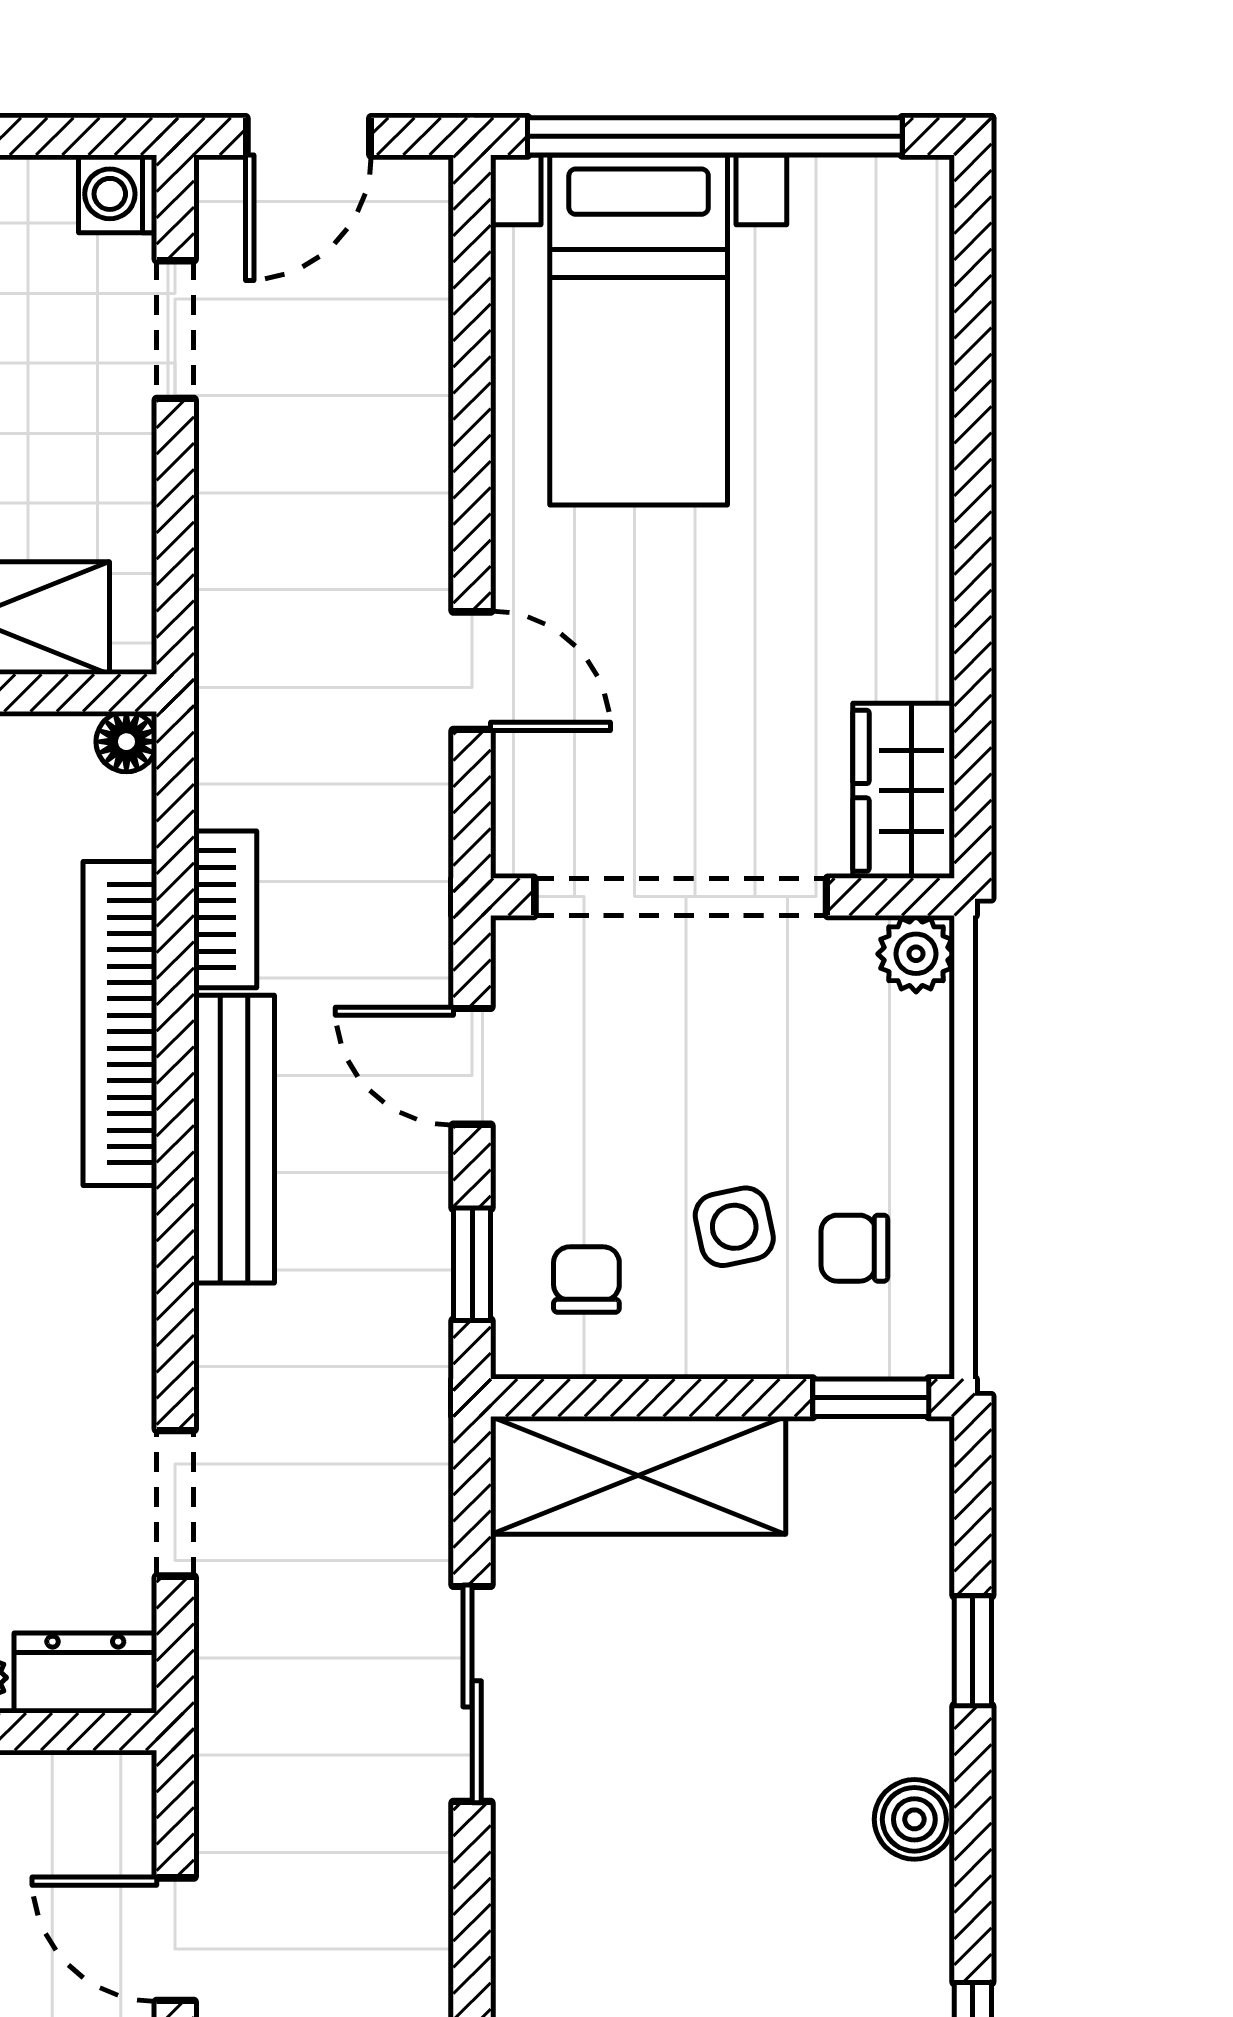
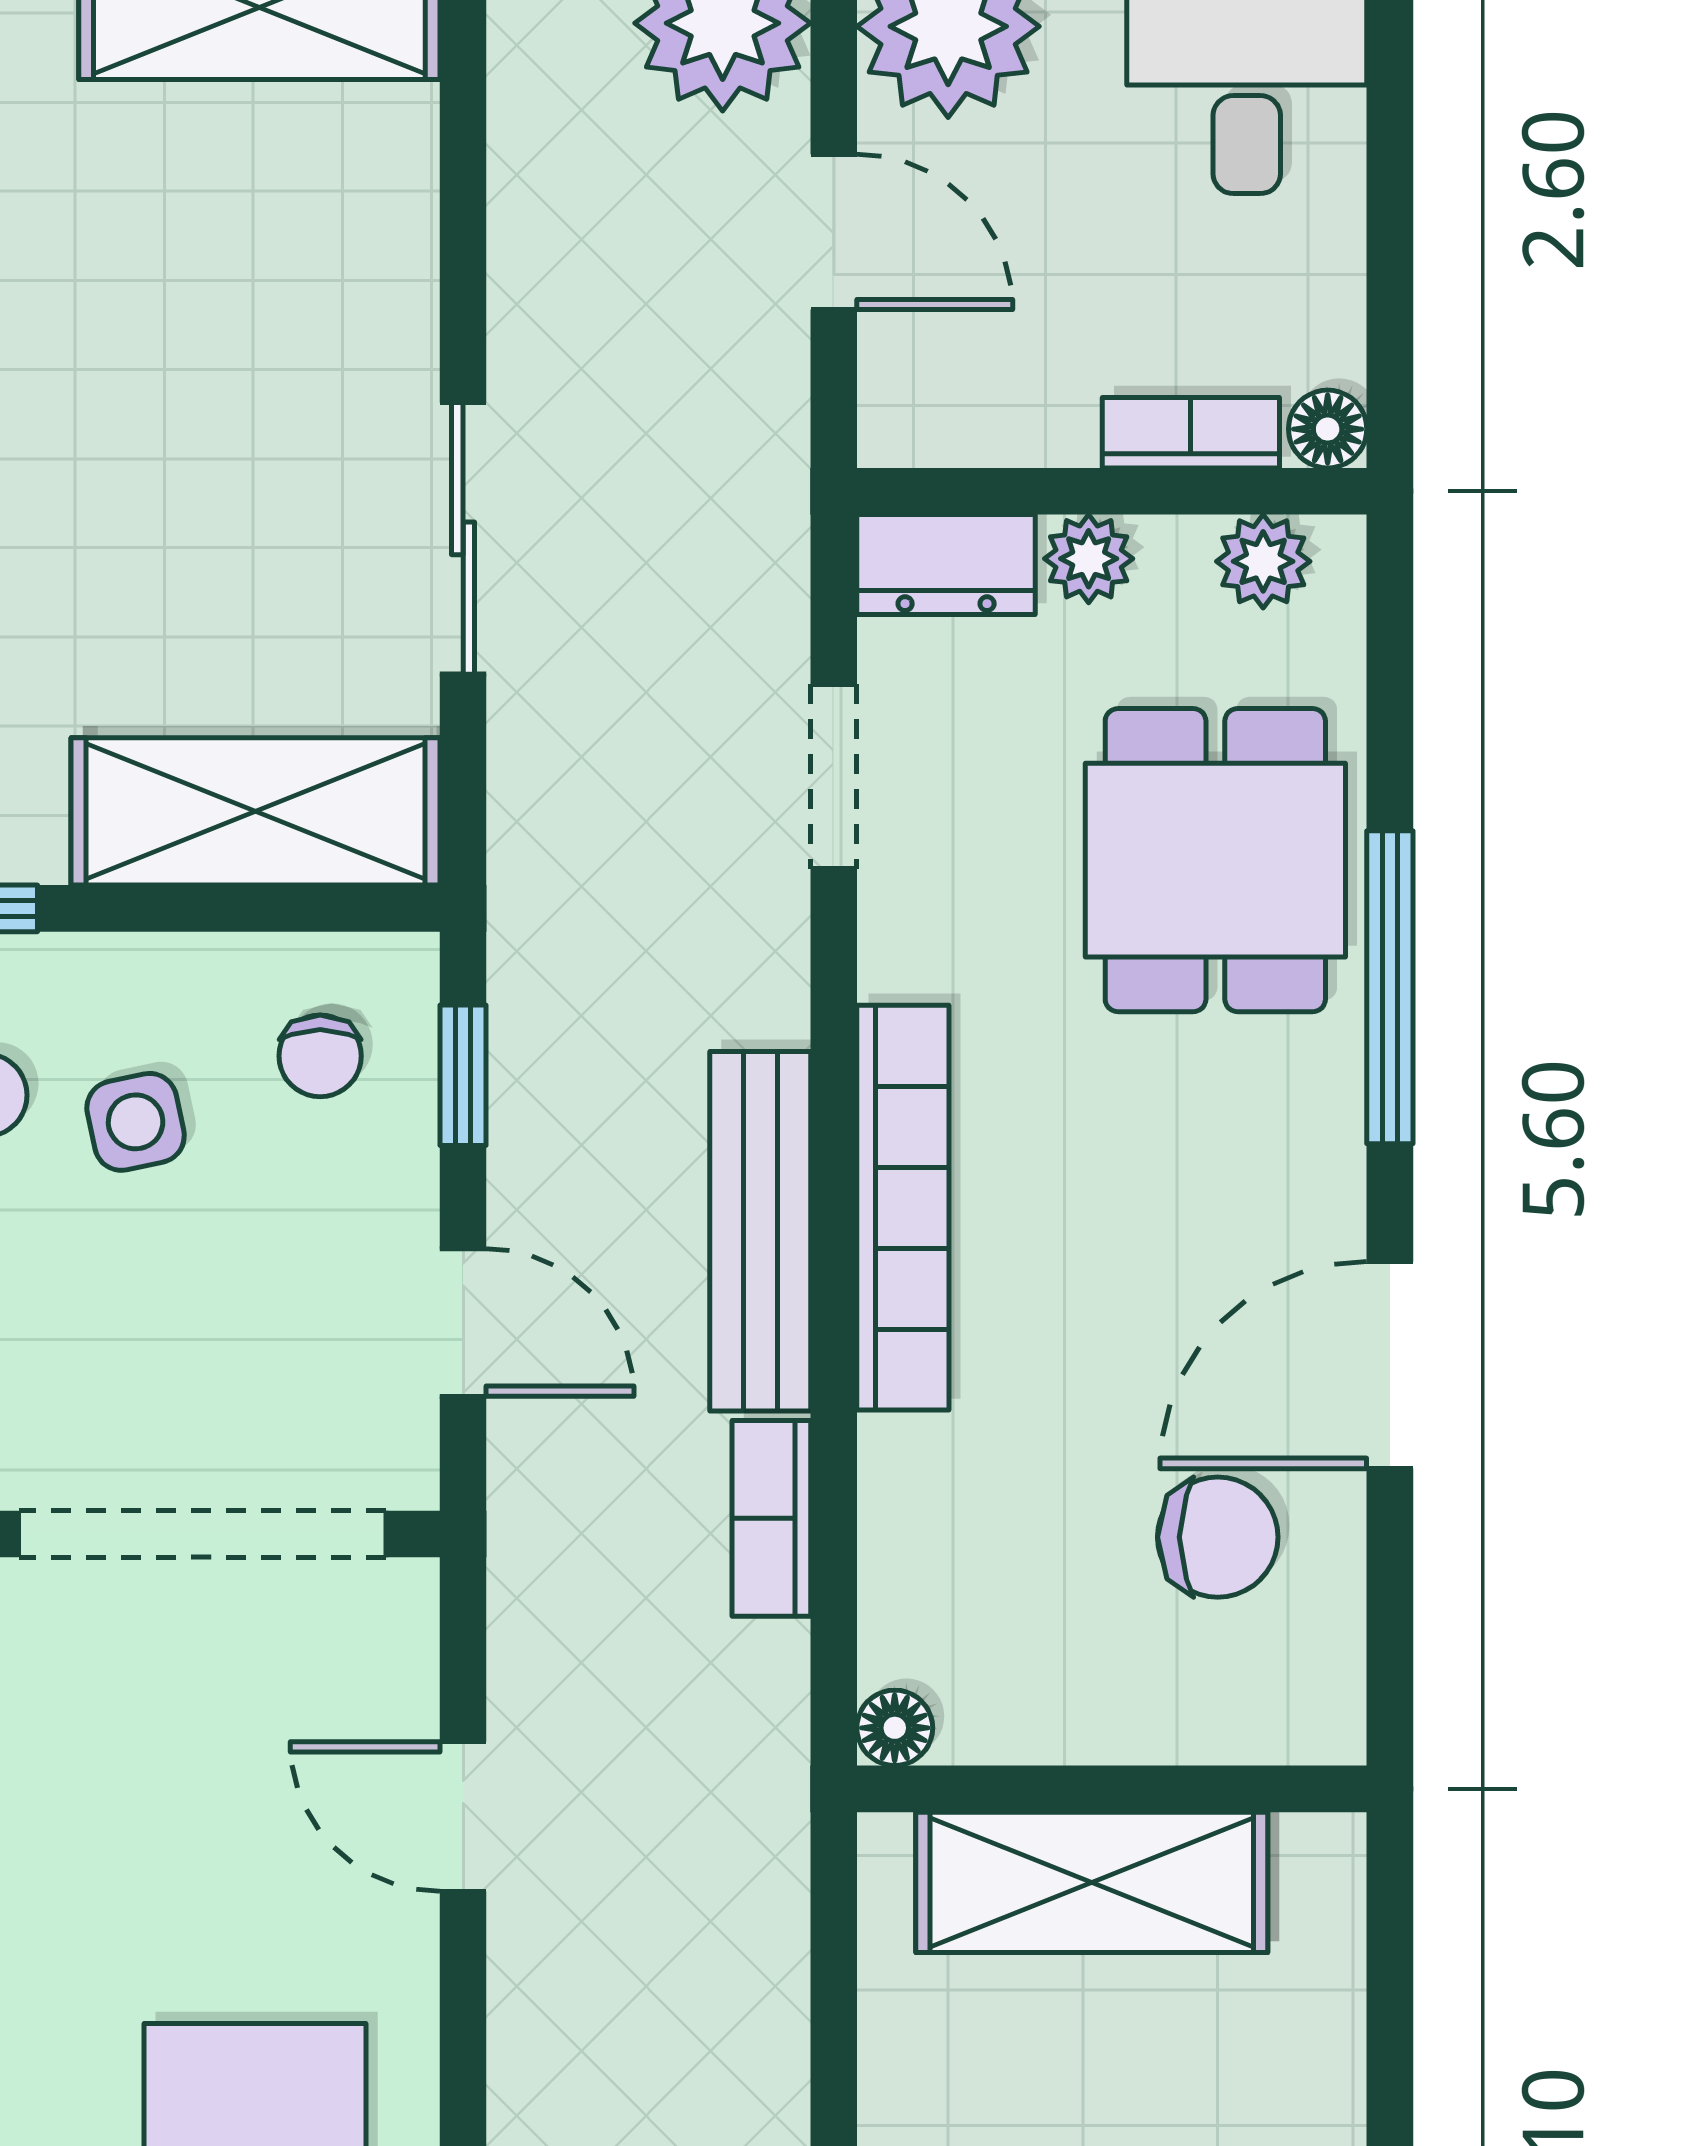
bookcase: (120, 1024) -> (903, 1208), moved

